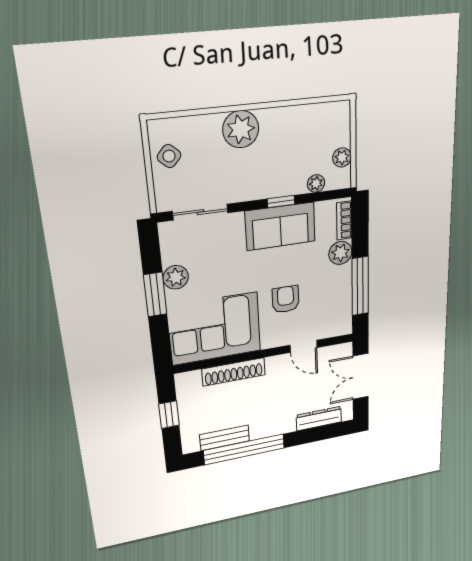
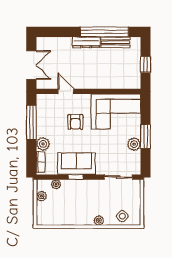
plant: (241, 129) -> (99, 221), width x0.53, depth x0.53
side table: (169, 156) -> (122, 216), moved
shoe rack: (234, 372) -> (107, 83), removed
dresser: (319, 418) -> (86, 42), moved

